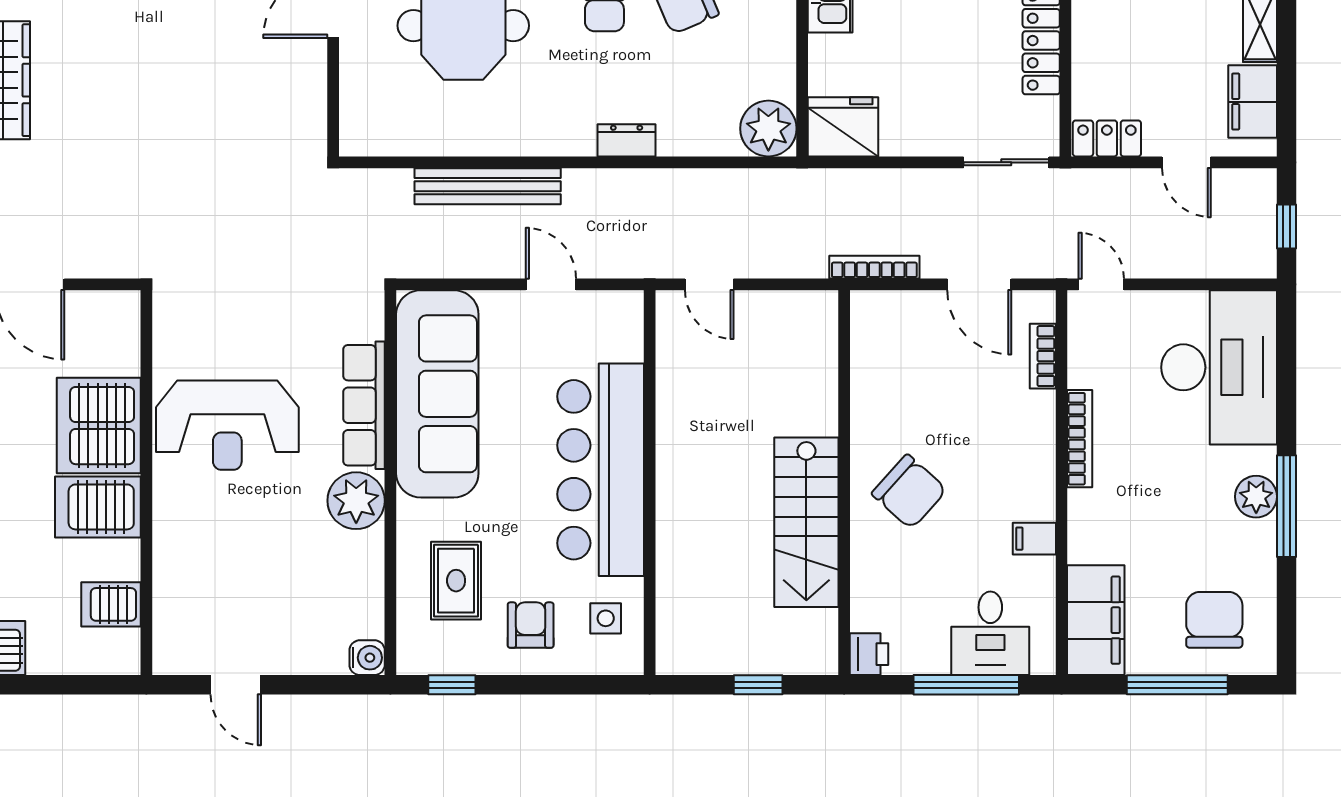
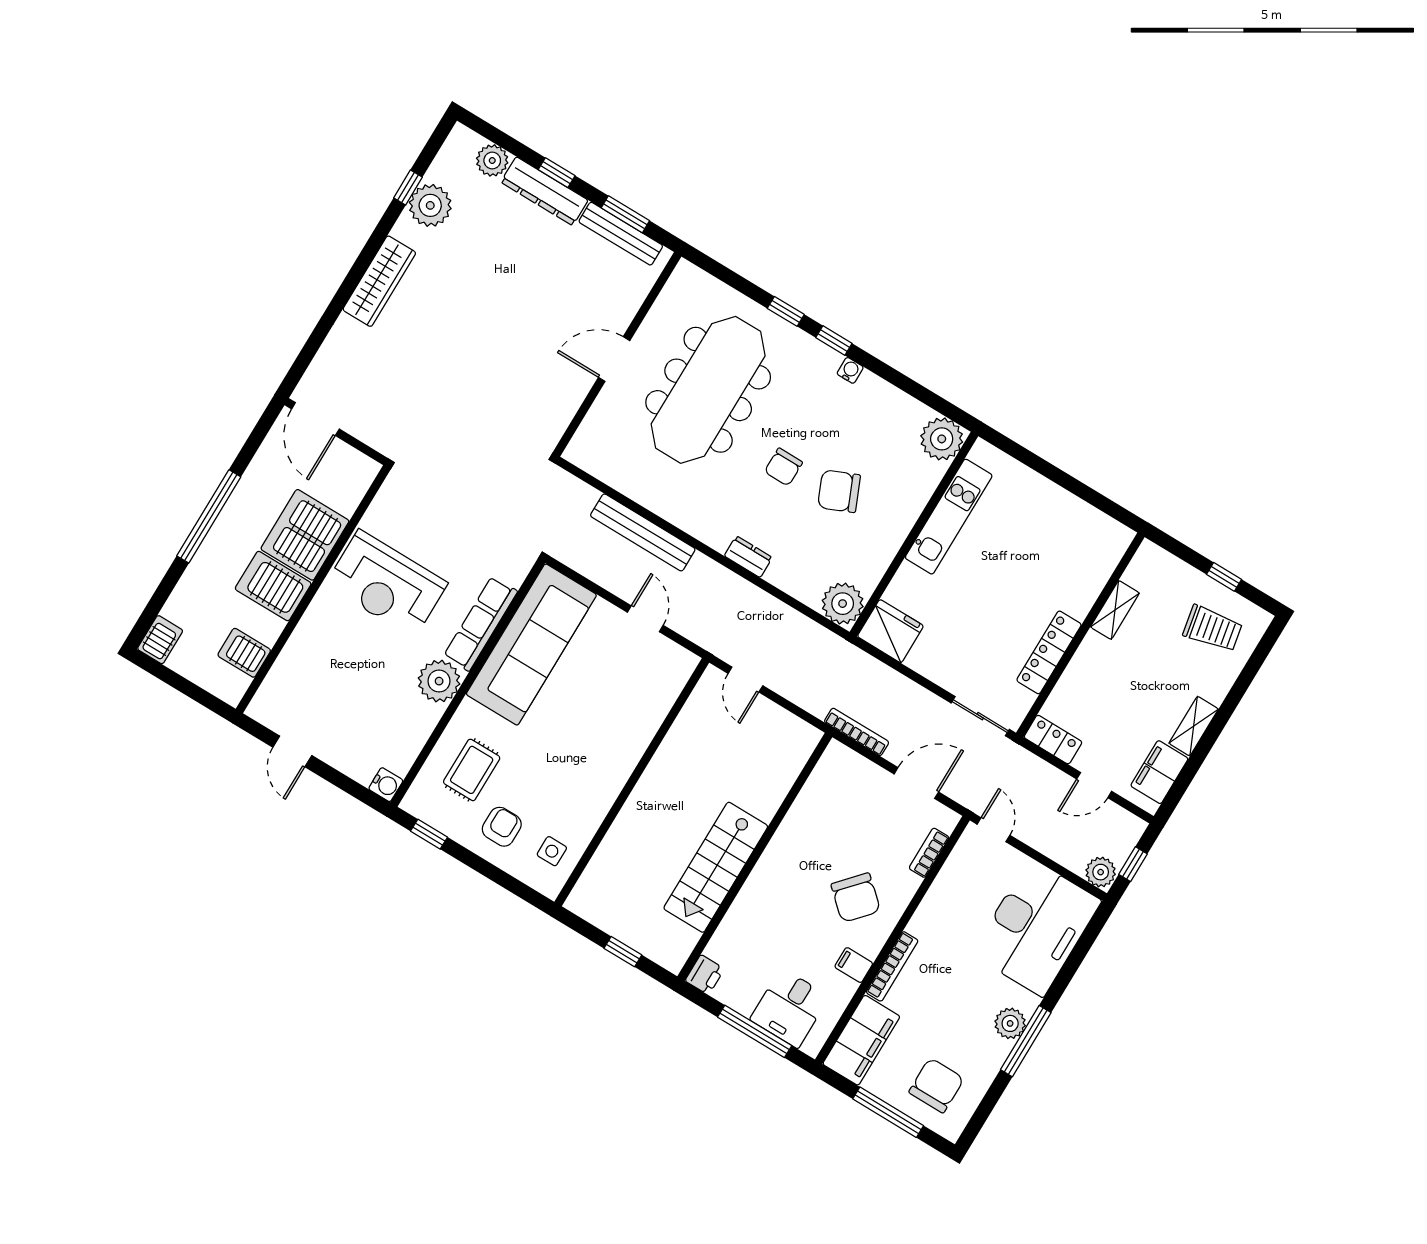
door: (1186, 162) -> (1094, 785), hinge flipped
plant: (1255, 258) -> (1101, 872), added
door: (979, 284) -> (916, 783), swing flipped
bookcase: (1080, 439) -> (892, 966), moved
bar counter: (601, 470) -> (606, 755), removed
chair: (909, 492) -> (856, 898), moved

